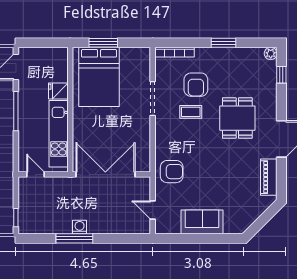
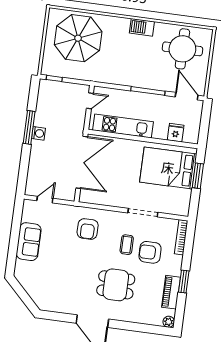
window: (281, 75) -> (149, 329), removed
fridge: (58, 91) -> (176, 133), moved
armchair: (172, 172) -> (88, 229), moved
piano: (269, 177) -> (171, 292), moved, turned -90

